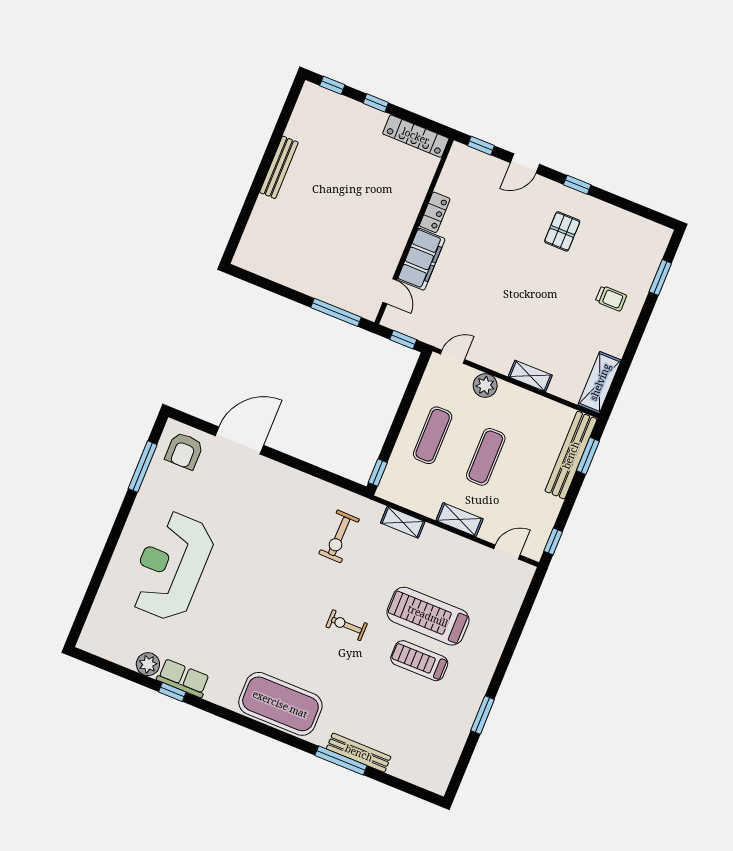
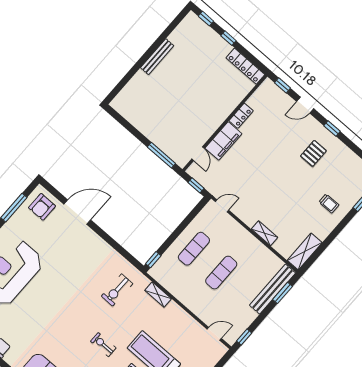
plant: (485, 386) -> (236, 230), removed
shelving: (460, 520) -> (193, 305), removed

